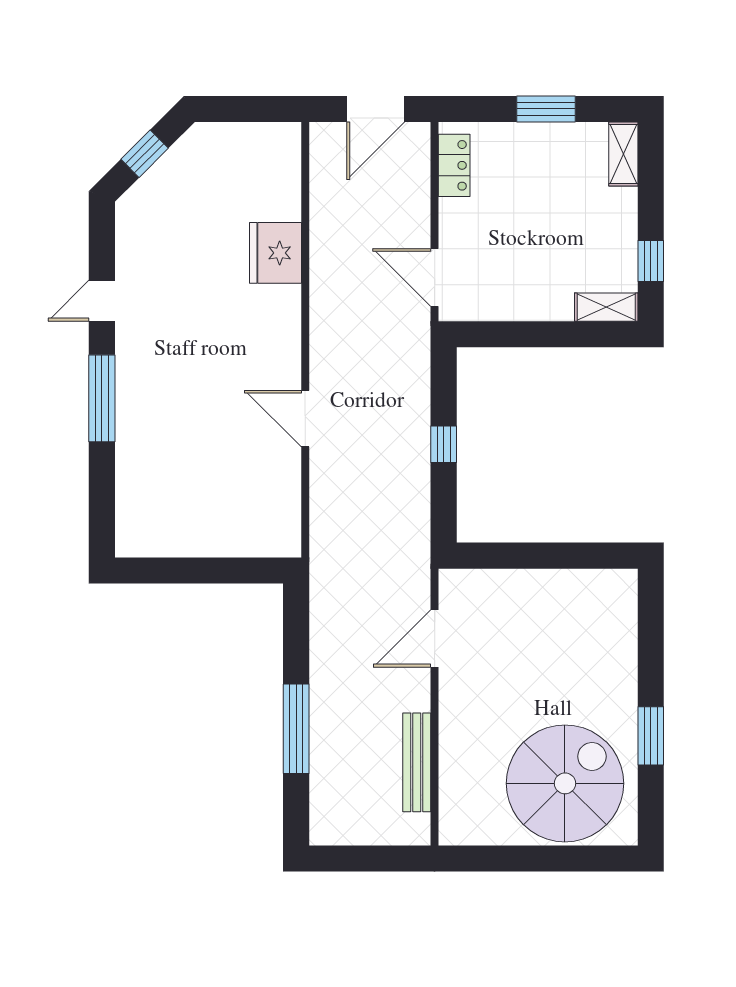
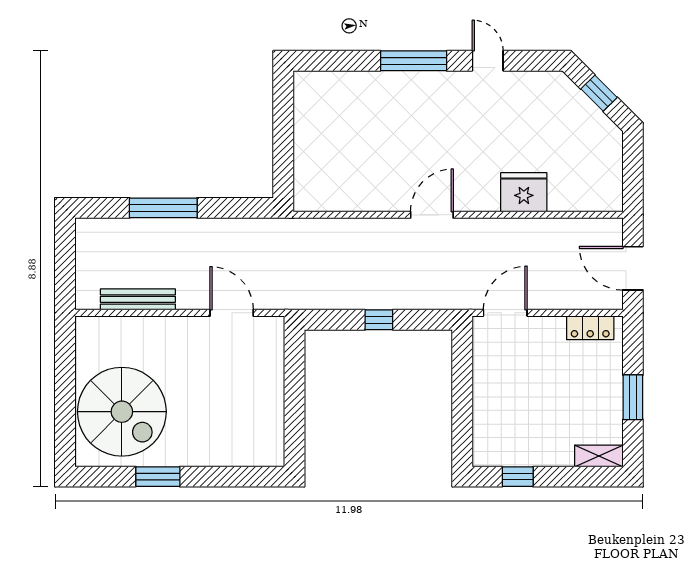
shelving: (606, 307) -> (483, 443), removed
door: (305, 419) -> (432, 215), moved

